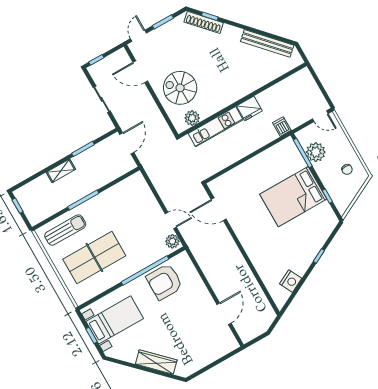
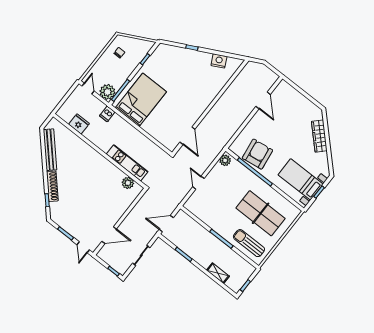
shoe rack: (204, 22) -> (52, 186), moved
door: (138, 36) -> (83, 247), hinge flipped
door: (140, 72) -> (109, 235), hinge flipped
spiral stairs: (180, 88) -> (109, 201), removed
fridge: (249, 108) -> (79, 124), moved
plant: (316, 152) -> (107, 92), moved
shelving: (61, 171) -> (218, 273), moved
bed: (293, 197) -> (141, 100), moved, turned -90
door: (171, 220) -> (198, 183), moved
armchair: (164, 282) -> (257, 154), turned -98
door: (224, 314) -> (263, 100), swing flipped

